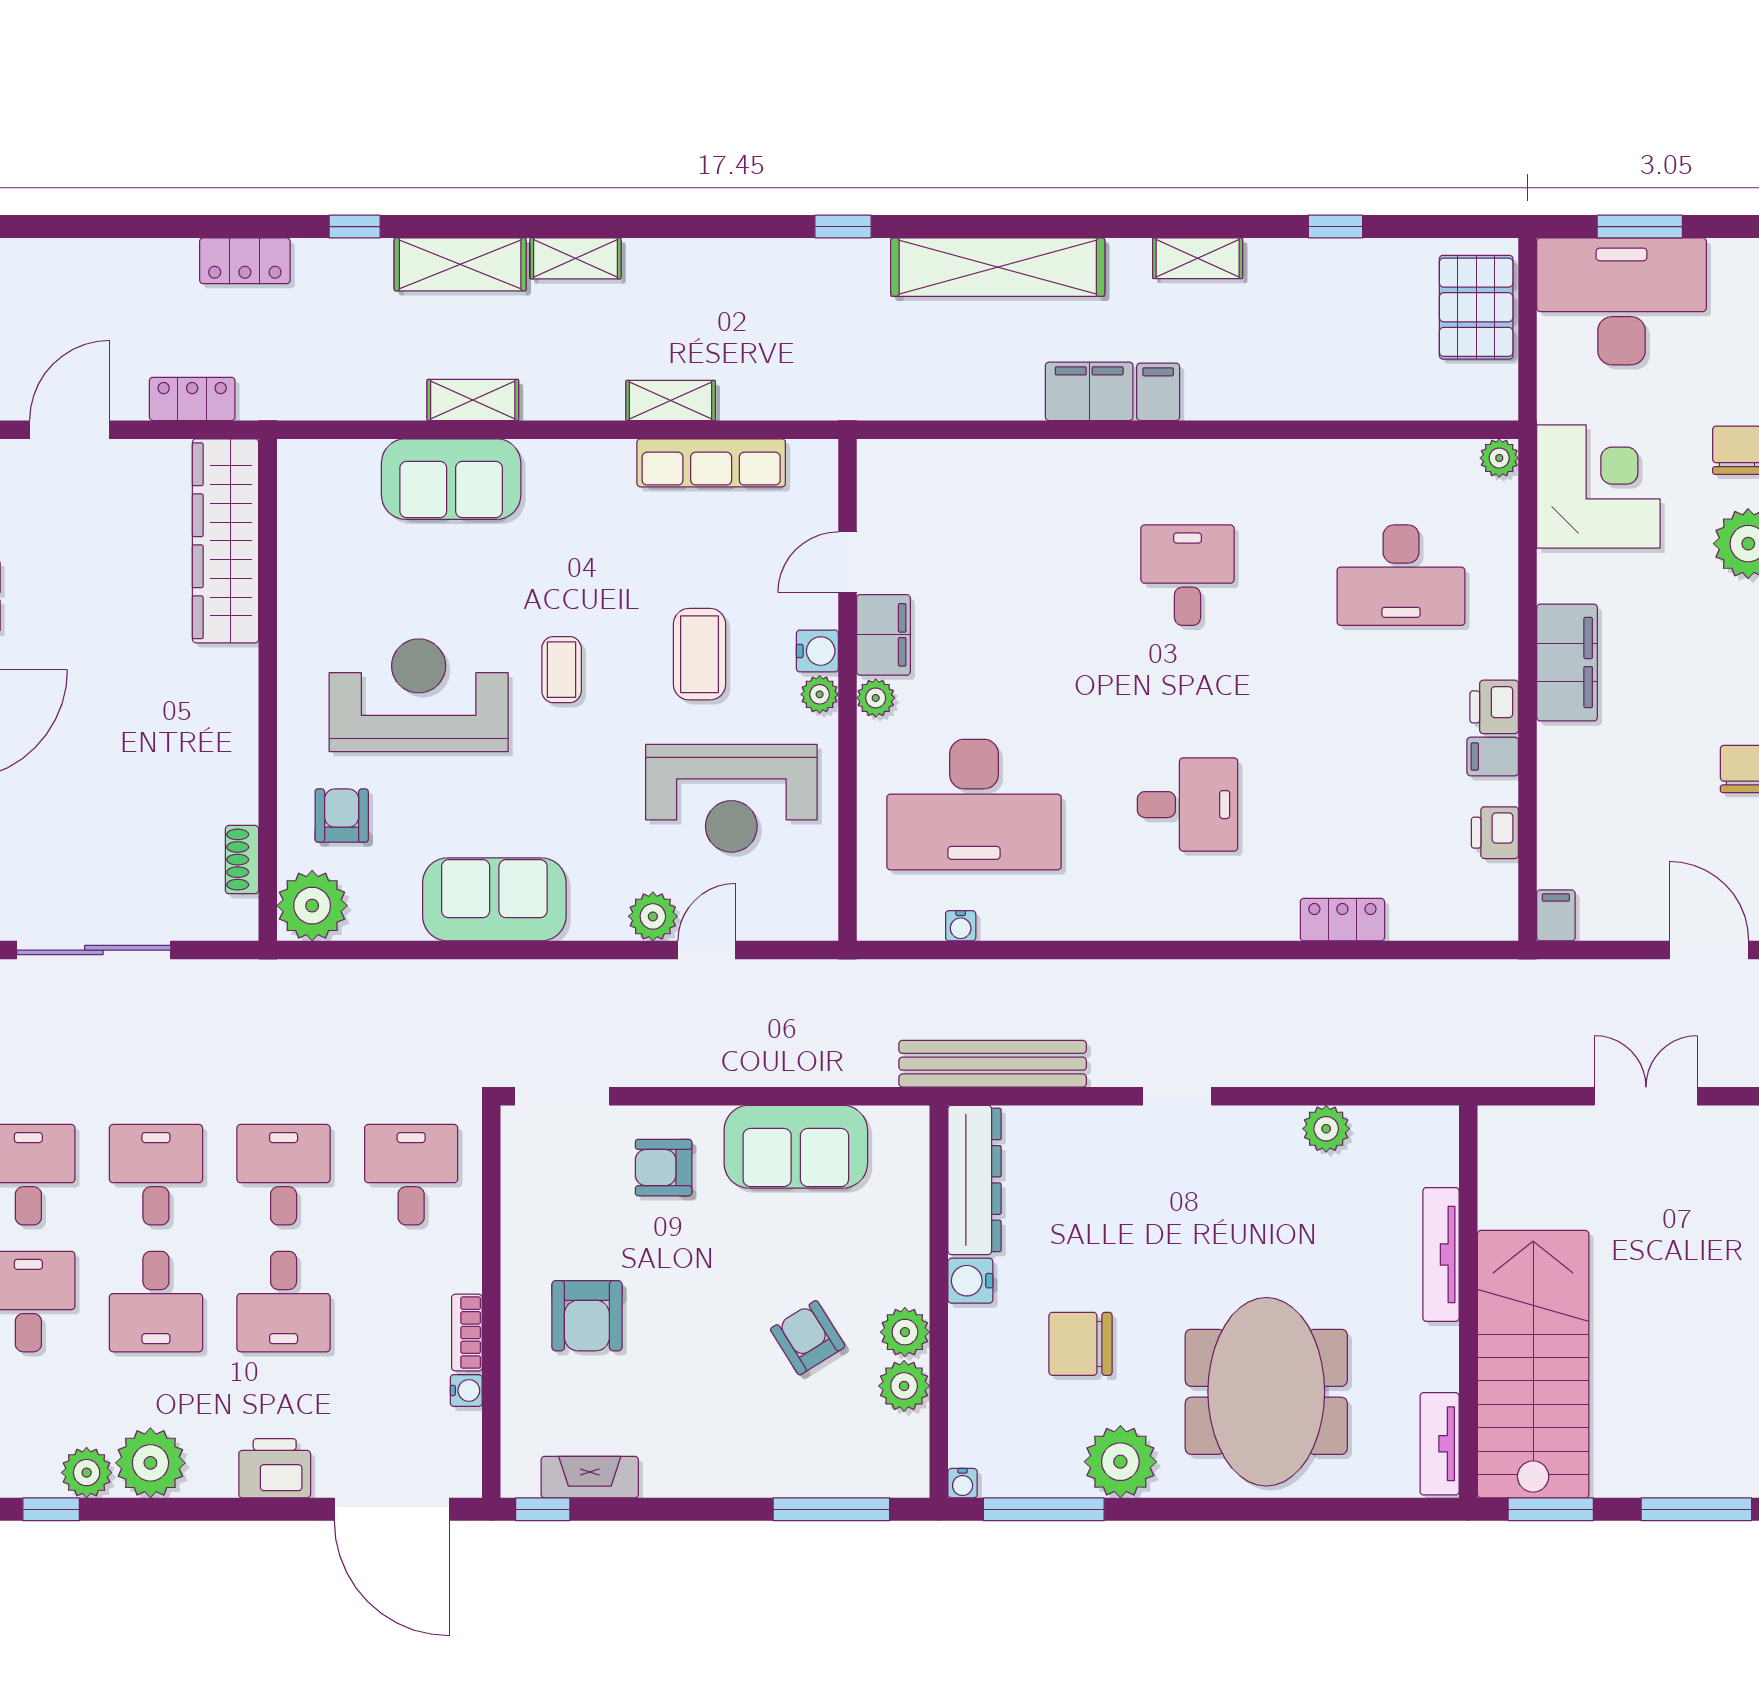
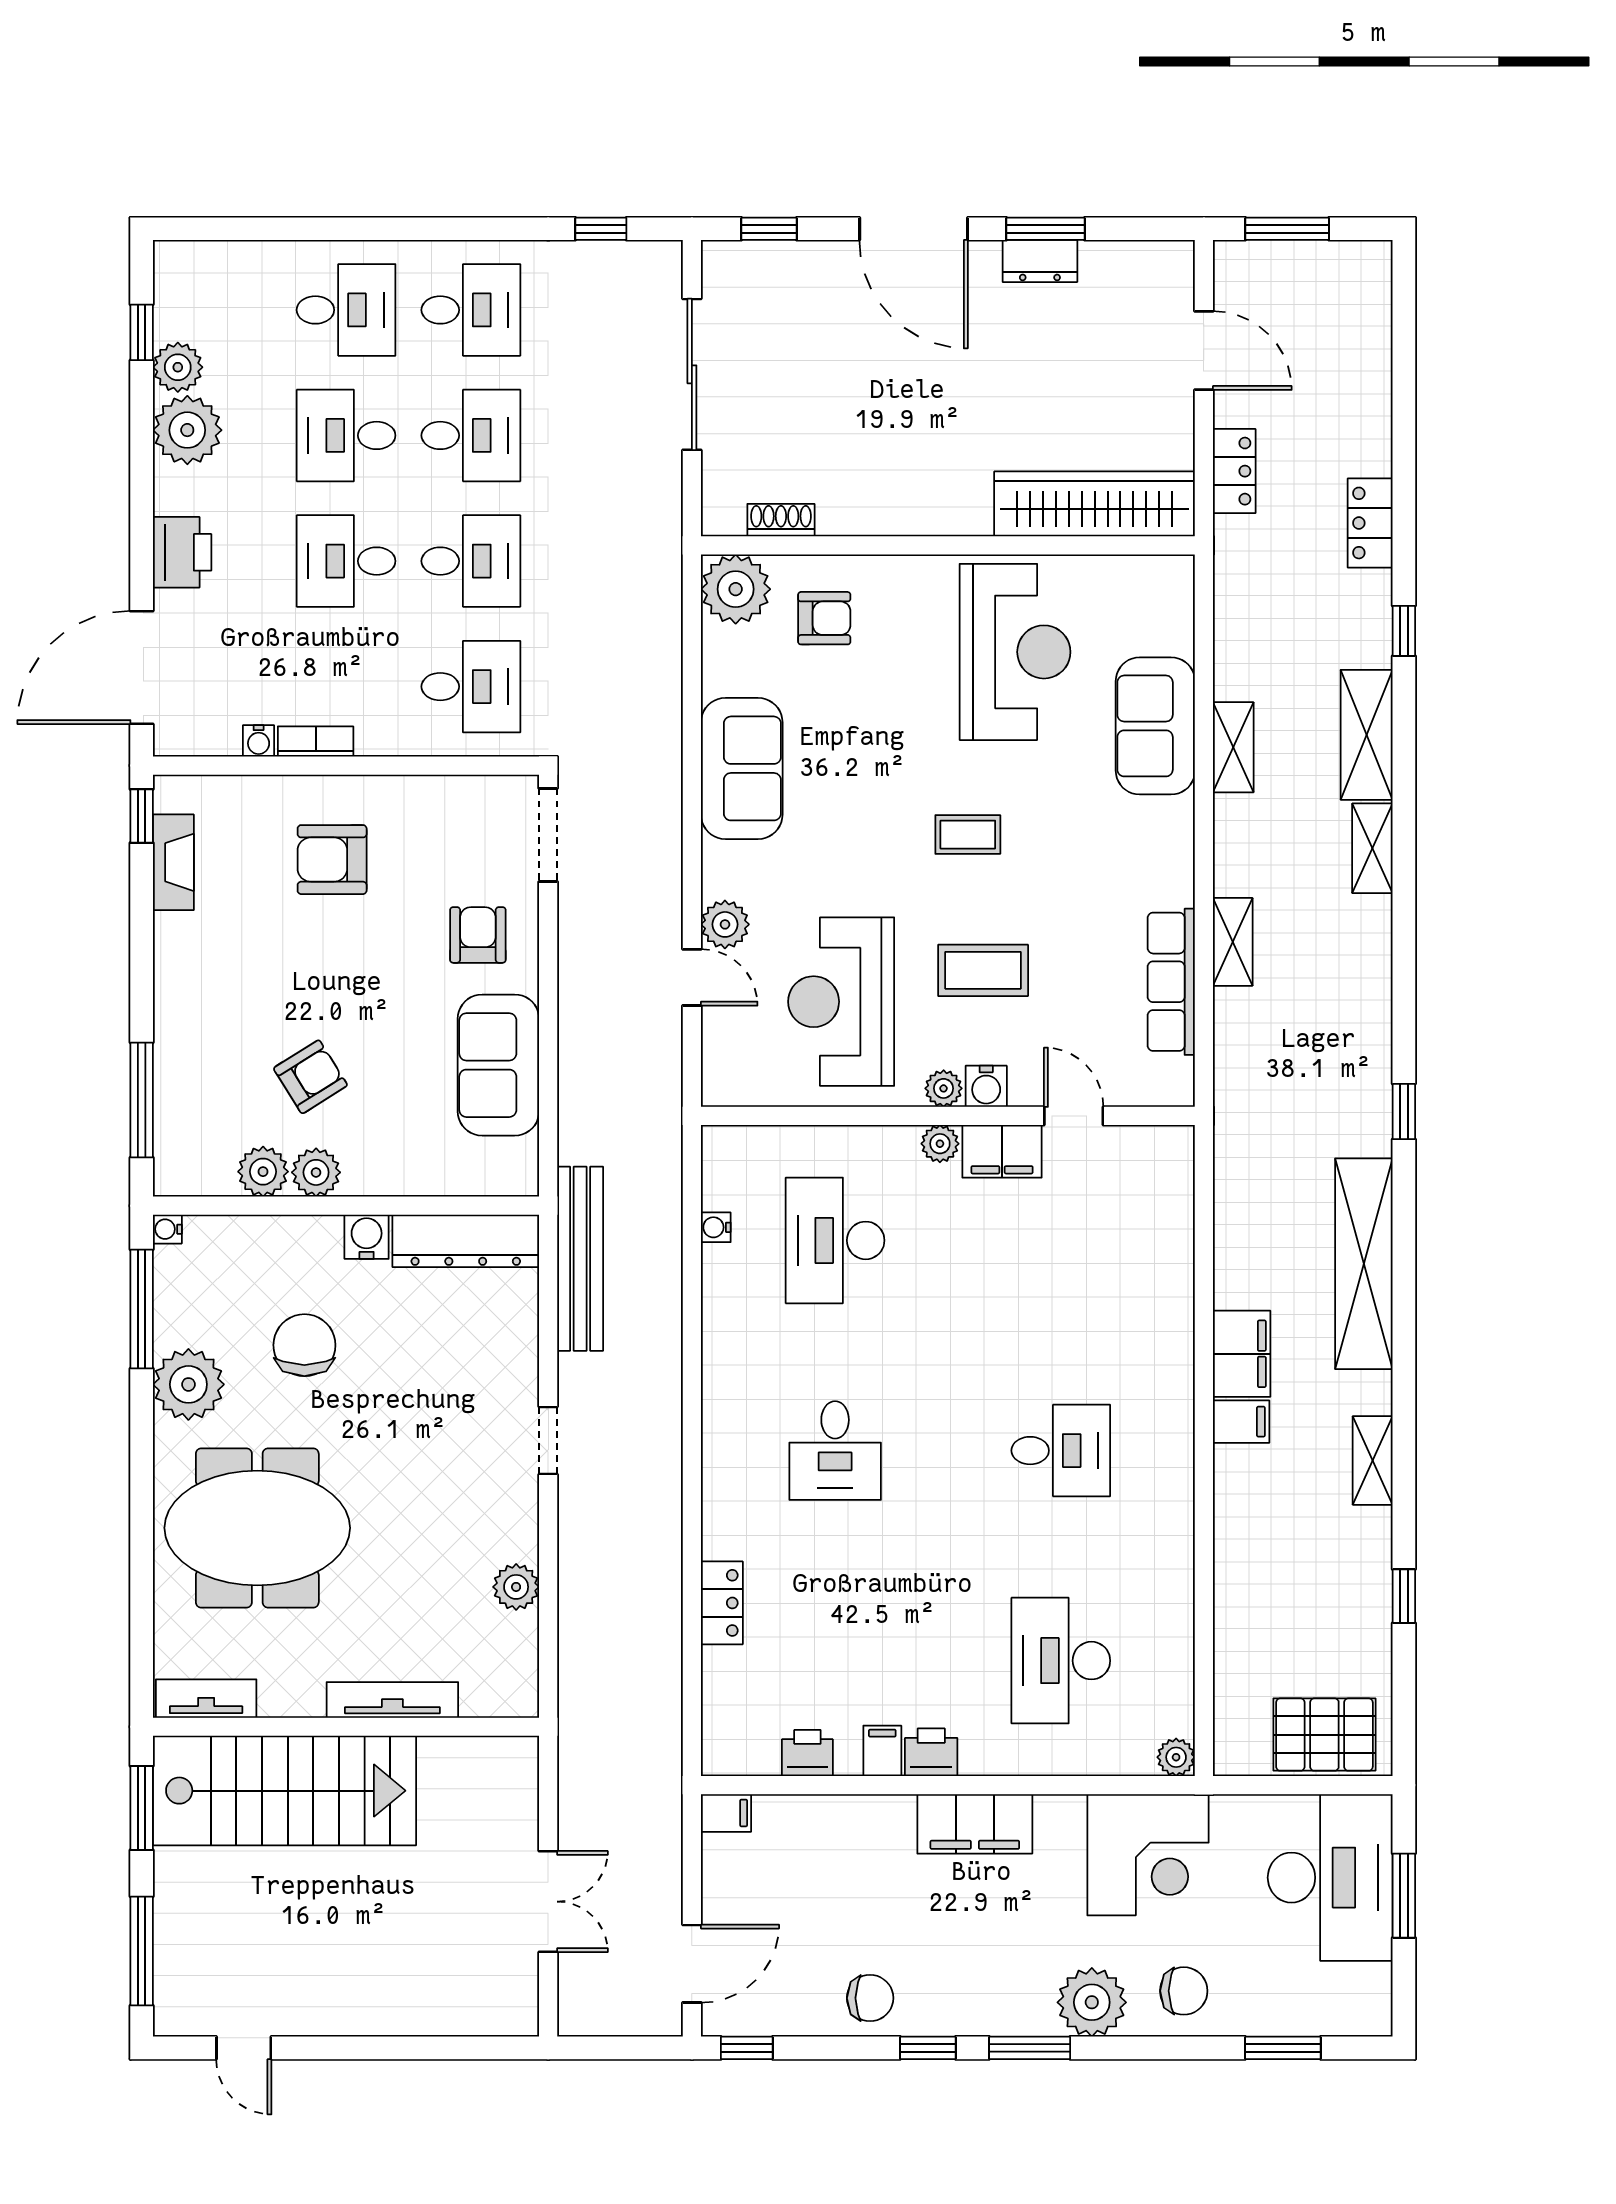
reception desk: (419, 695) -> (1015, 652), moved
desk: (974, 805) -> (835, 1240), width x0.73, depth x0.77

